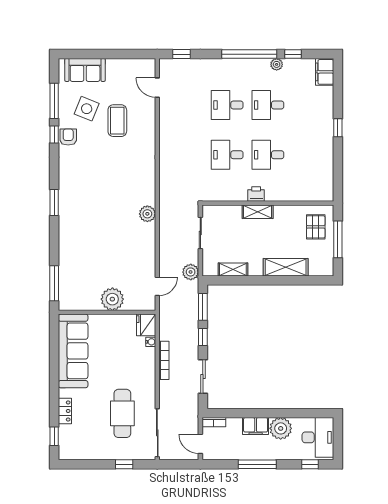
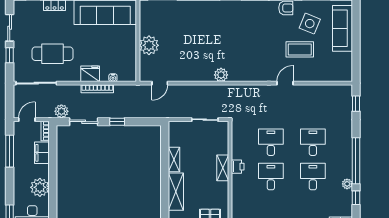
sofa: (85, 70) -> (342, 28), width x1.36
door: (157, 88) -> (285, 83), moved
shelving: (233, 269) -> (174, 159), moved
plant: (191, 272) -> (61, 111), moved
door: (157, 286) -> (160, 83), hinge flipped
window: (203, 307) -> (142, 122), removed
fridge: (146, 325) -> (90, 74), moved
filing cabinet: (256, 426) -> (42, 153), moved
sliding door: (92, 464) -> (10, 28), added
window: (257, 464) -> (10, 151), moved

